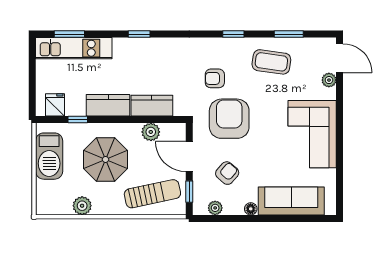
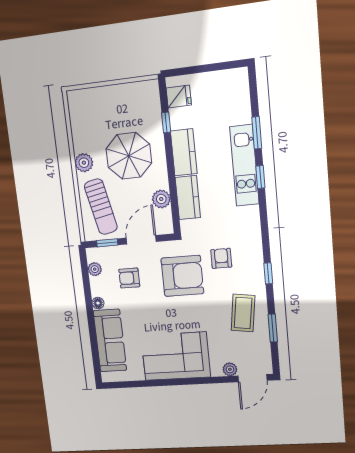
window: (69, 34) -> (257, 133), moved
kitchen unit: (74, 48) -> (244, 165), moved
barbecue: (49, 156) -> (126, 97), removed
armchair: (227, 173) -> (129, 278), turned 139
plant: (82, 206) -> (84, 163), moved

